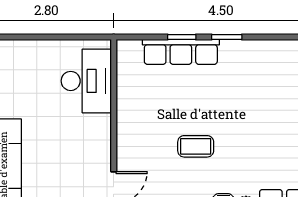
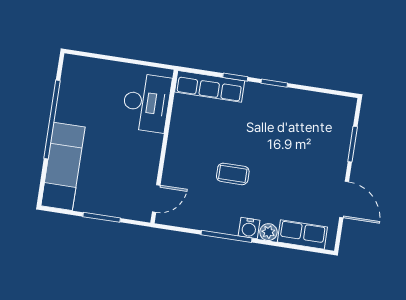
row of seats: (181, 52) -> (210, 86), moved

